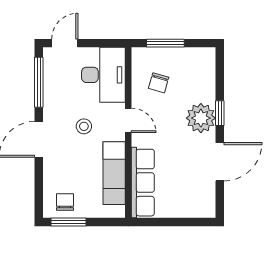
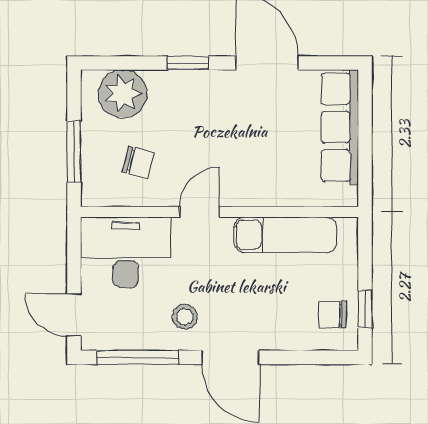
plant: (201, 118) -> (123, 94), moved
stool: (84, 126) -> (185, 317), moved
row of seats: (143, 183) -> (340, 127), moved, turned -90
window: (68, 222) -> (365, 309), width x0.67

